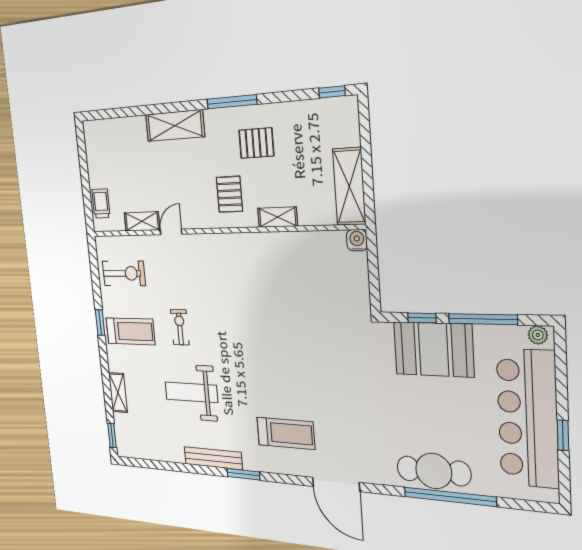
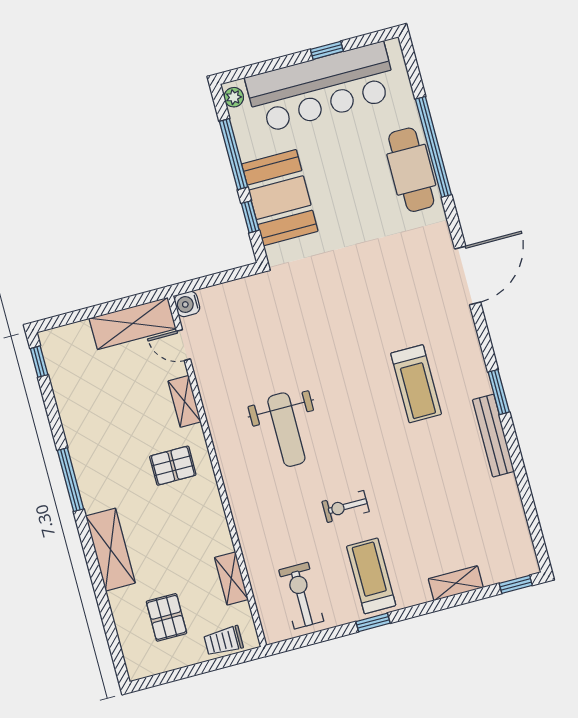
pallet: (256, 143) -> (166, 617), moved
door: (171, 232) -> (183, 345), moved
weight bench: (191, 392) -> (286, 430), moved
treadmill: (286, 433) -> (416, 384), moved, turned 180

